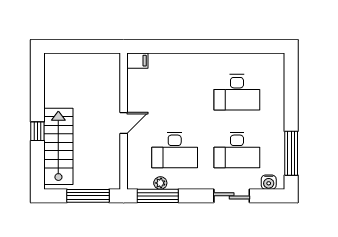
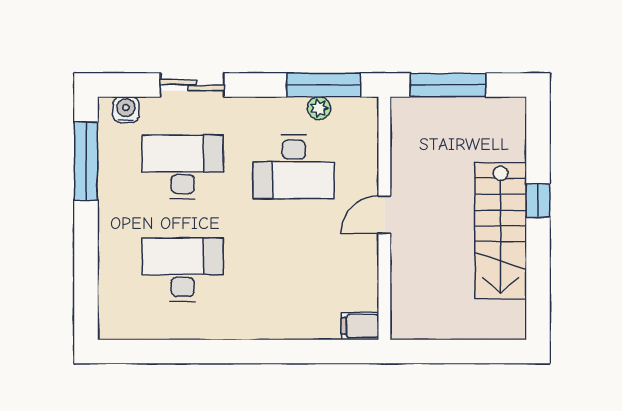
stairs: (58, 146) -> (501, 231), moved
desk: (175, 150) -> (294, 167), turned 180

